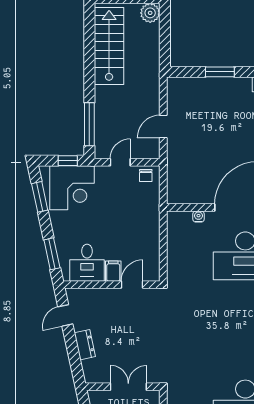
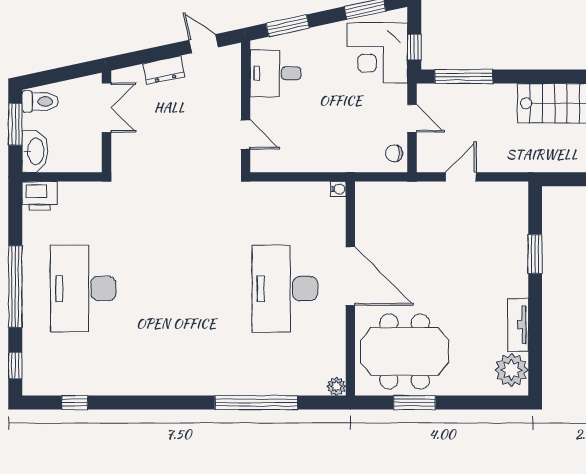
door: (163, 126) -> (461, 177), hinge flipped
water cooler: (198, 217) -> (338, 189), moved
filing cabinet: (113, 271) -> (264, 109), removed
double door: (128, 387) -> (107, 108), moved

